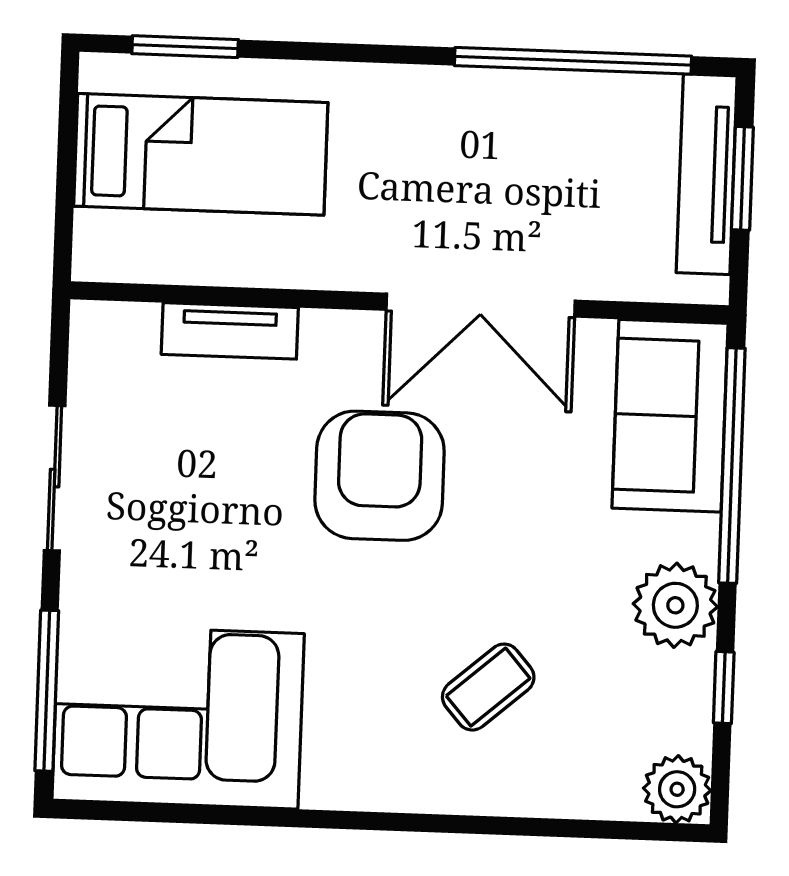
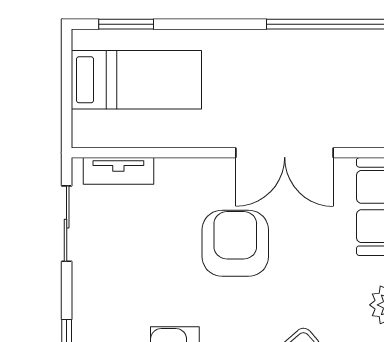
tv unit: (230, 331) -> (118, 171), moved
sliding door: (55, 478) -> (67, 224), moved

